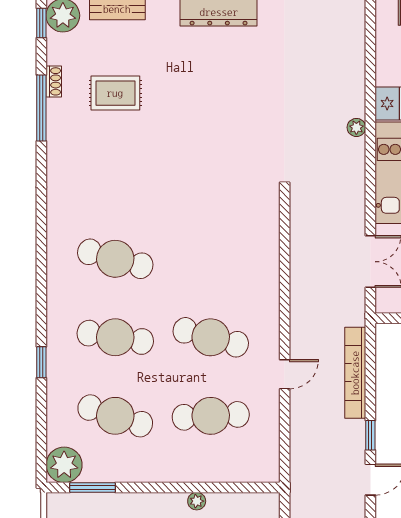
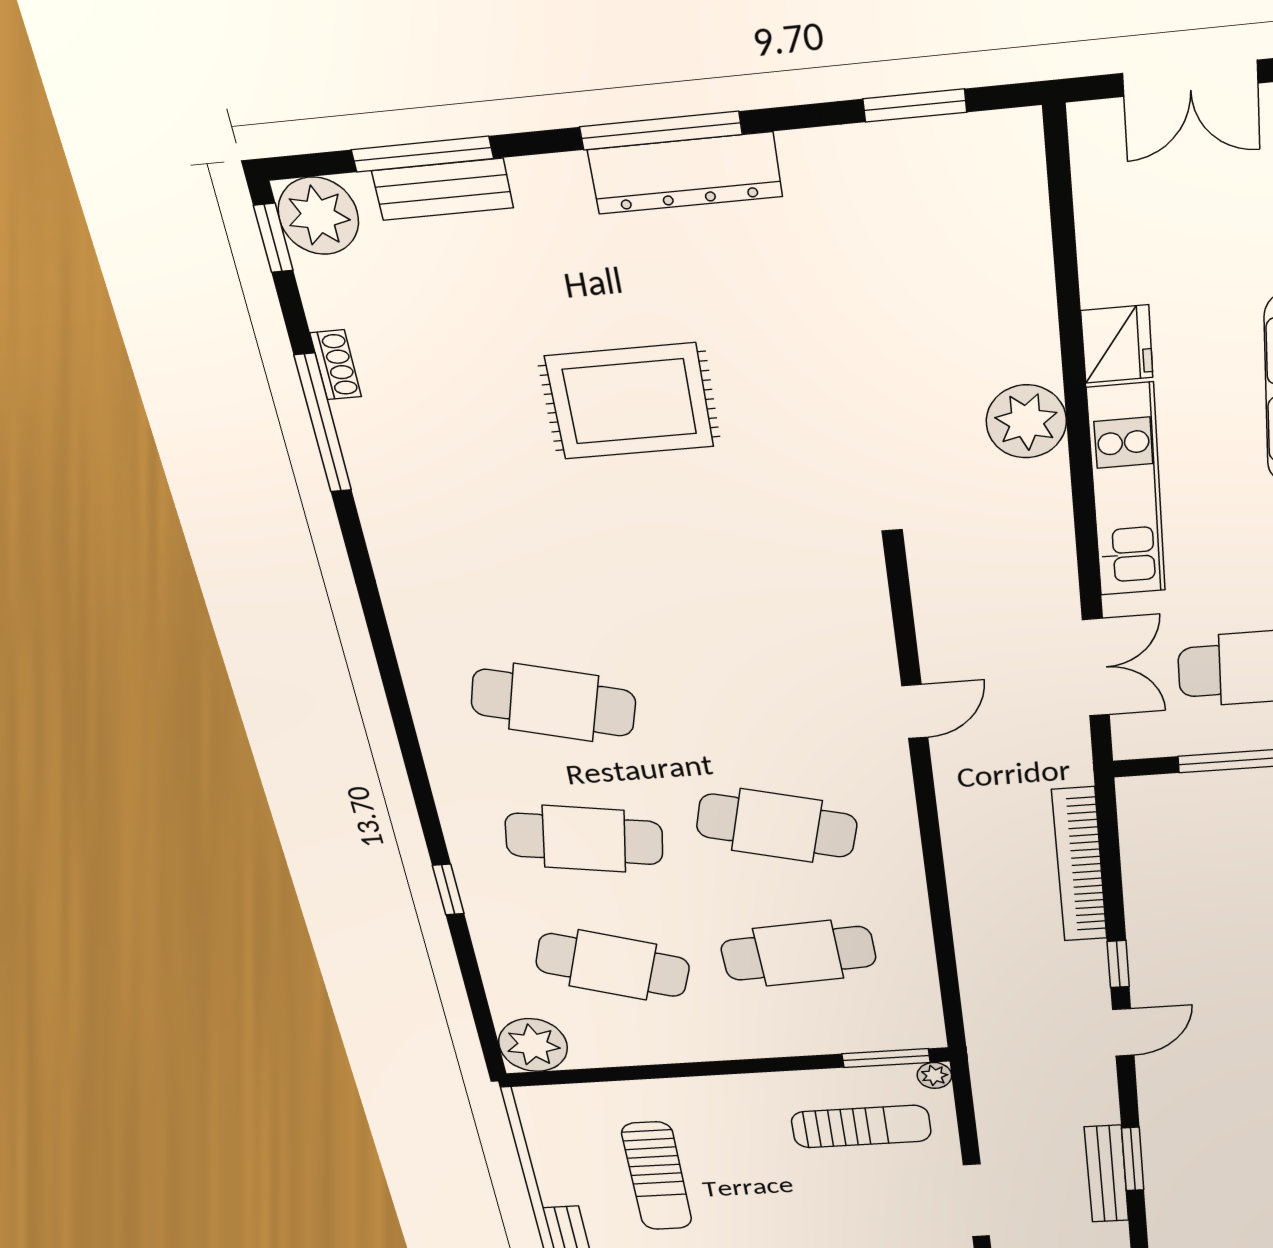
rug: (115, 93) -> (630, 401), moved, width x1.36, depth x1.43
plant: (356, 127) -> (1026, 422), width x1.88, depth x1.88
door: (285, 374) -> (915, 711), moved
window: (92, 488) -> (886, 1058), moved
plant: (197, 501) -> (934, 1075), moved

